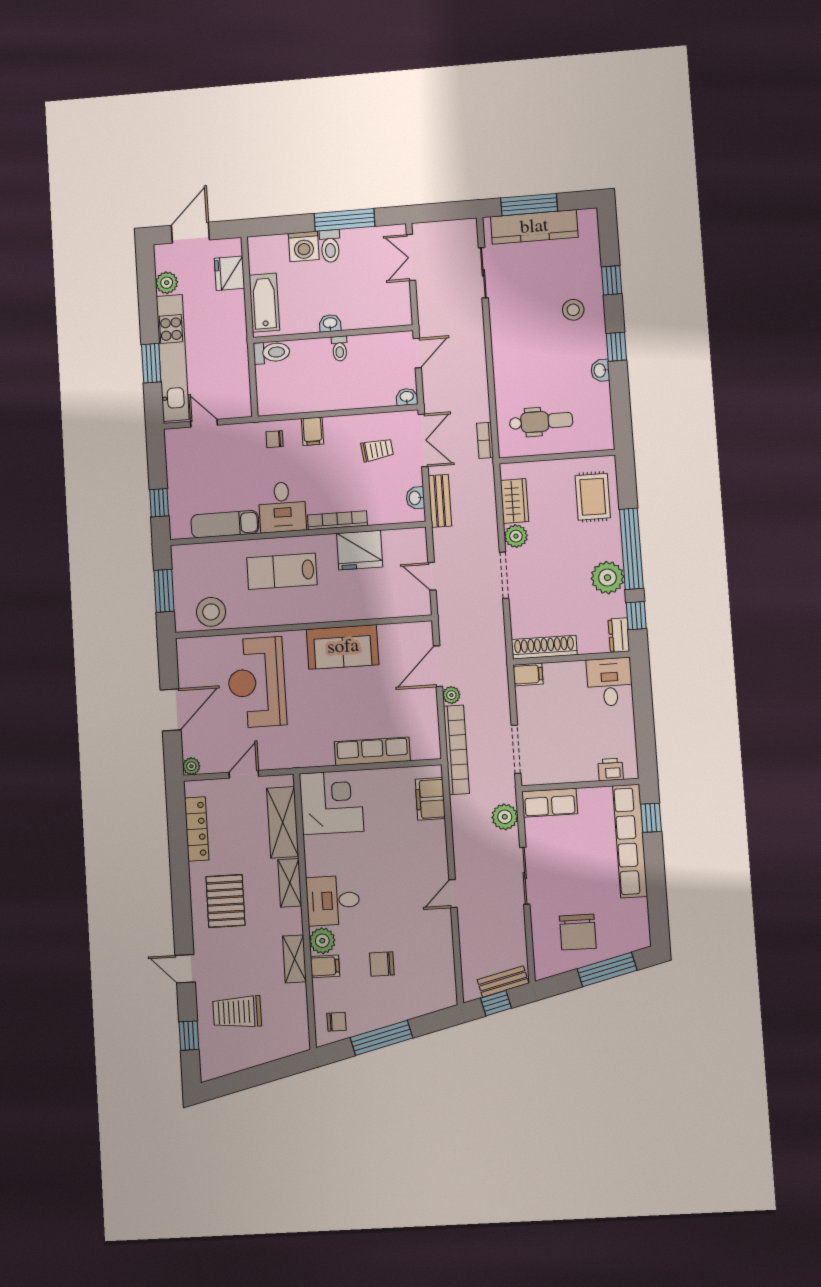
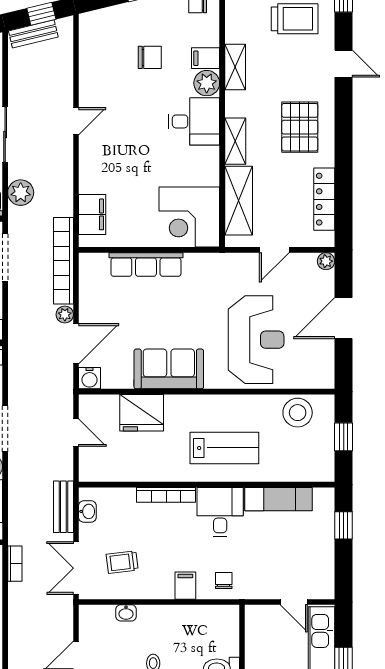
washbasin: (407, 397) -> (126, 613), moved
chair: (275, 439) -> (224, 581), turned -90
fridge: (360, 550) -> (142, 413), moved, turned 180
window: (164, 591) -> (344, 437), width x0.67
water cooler: (422, 632) -> (89, 378), added

